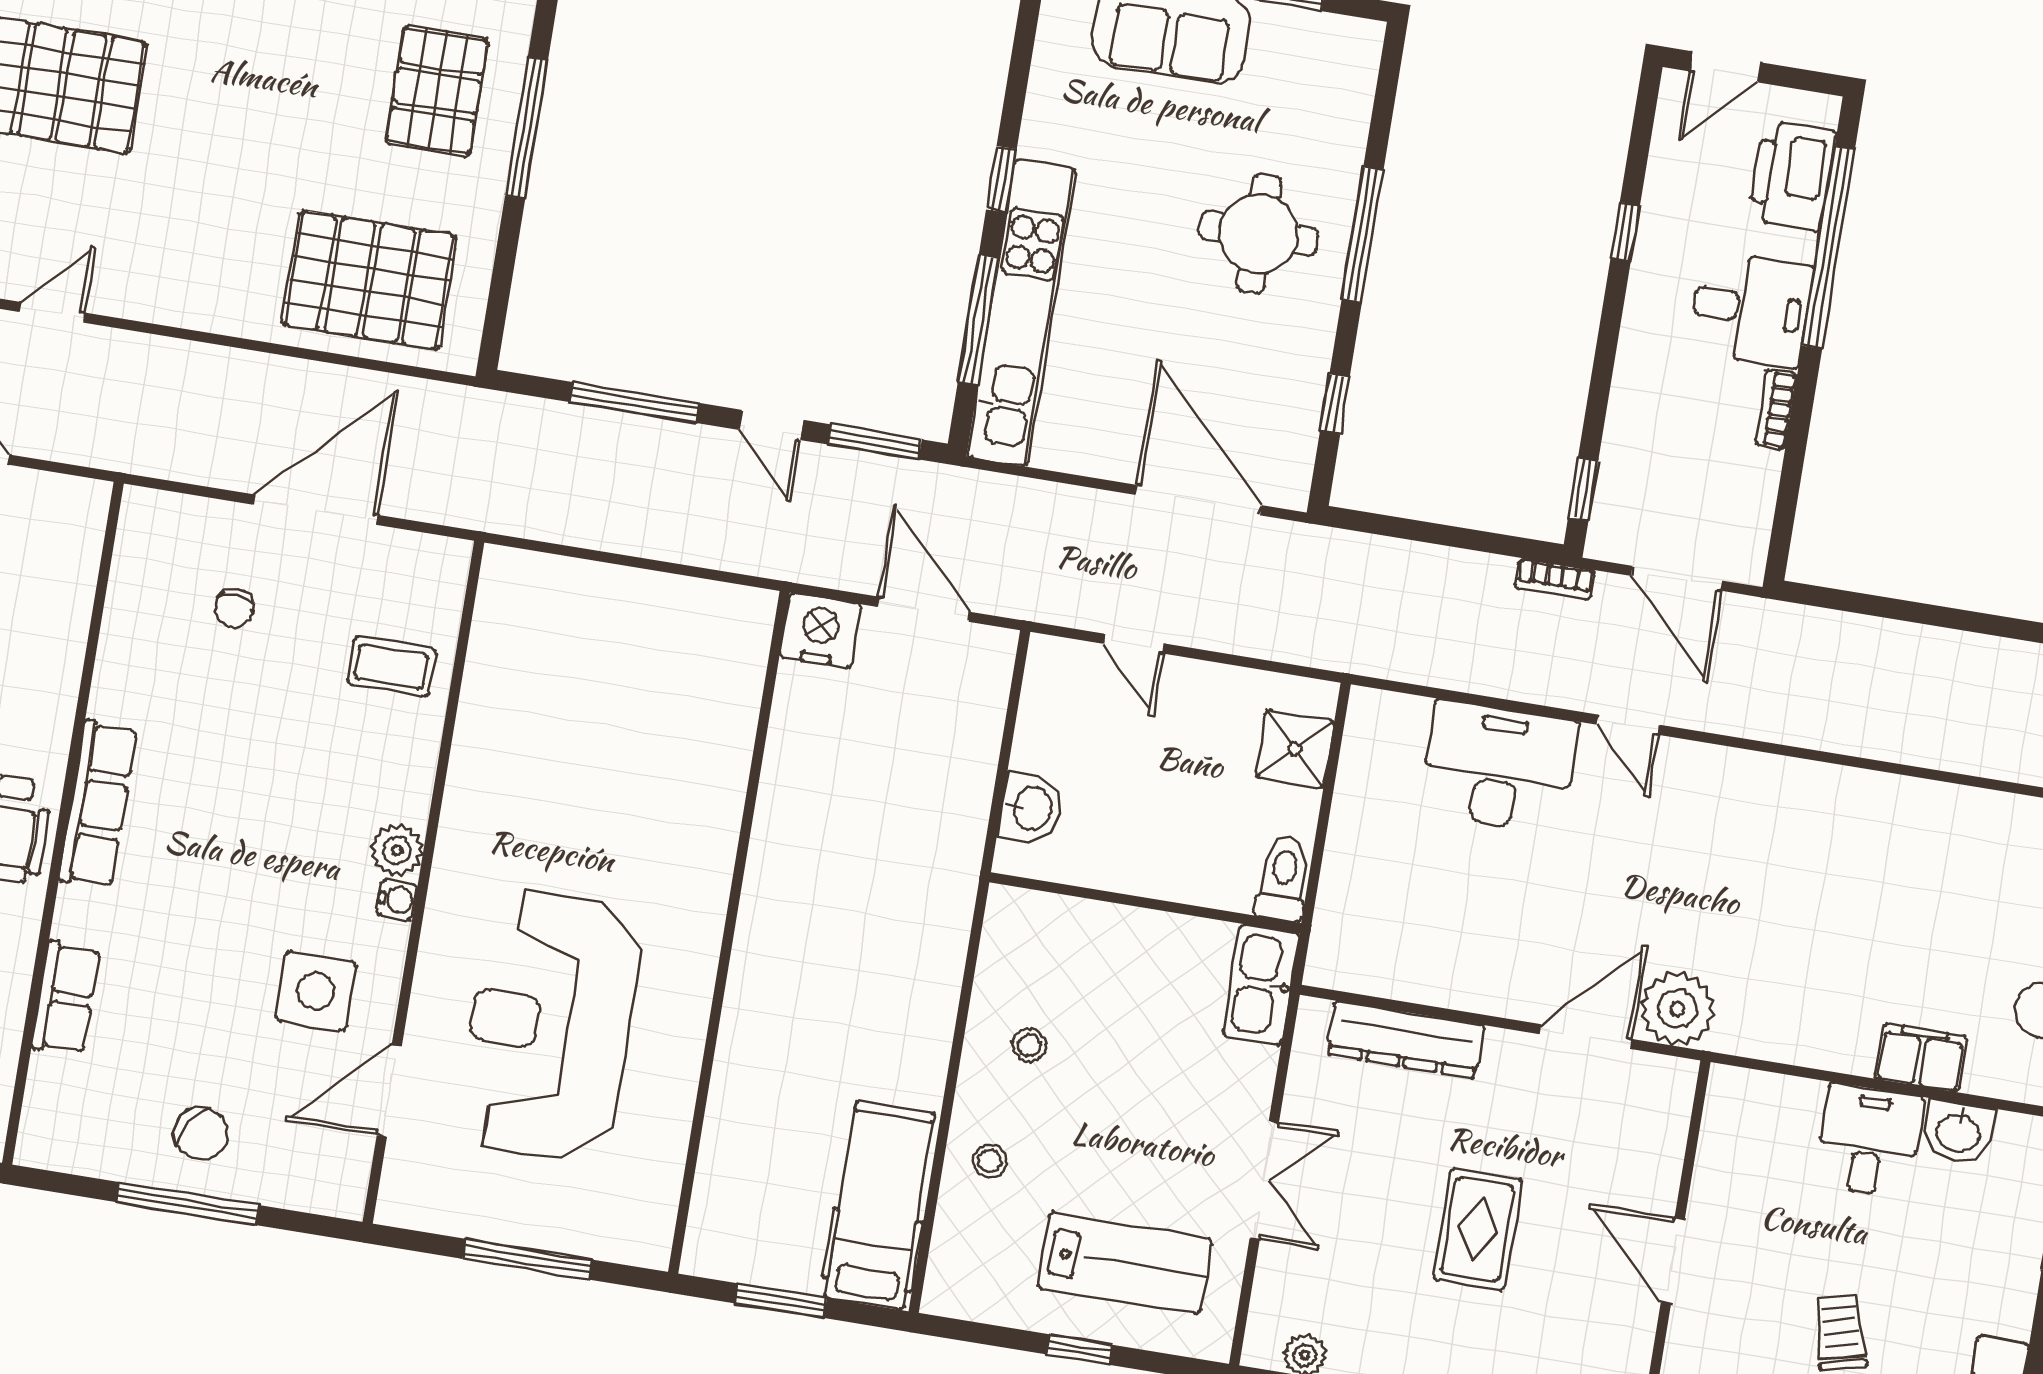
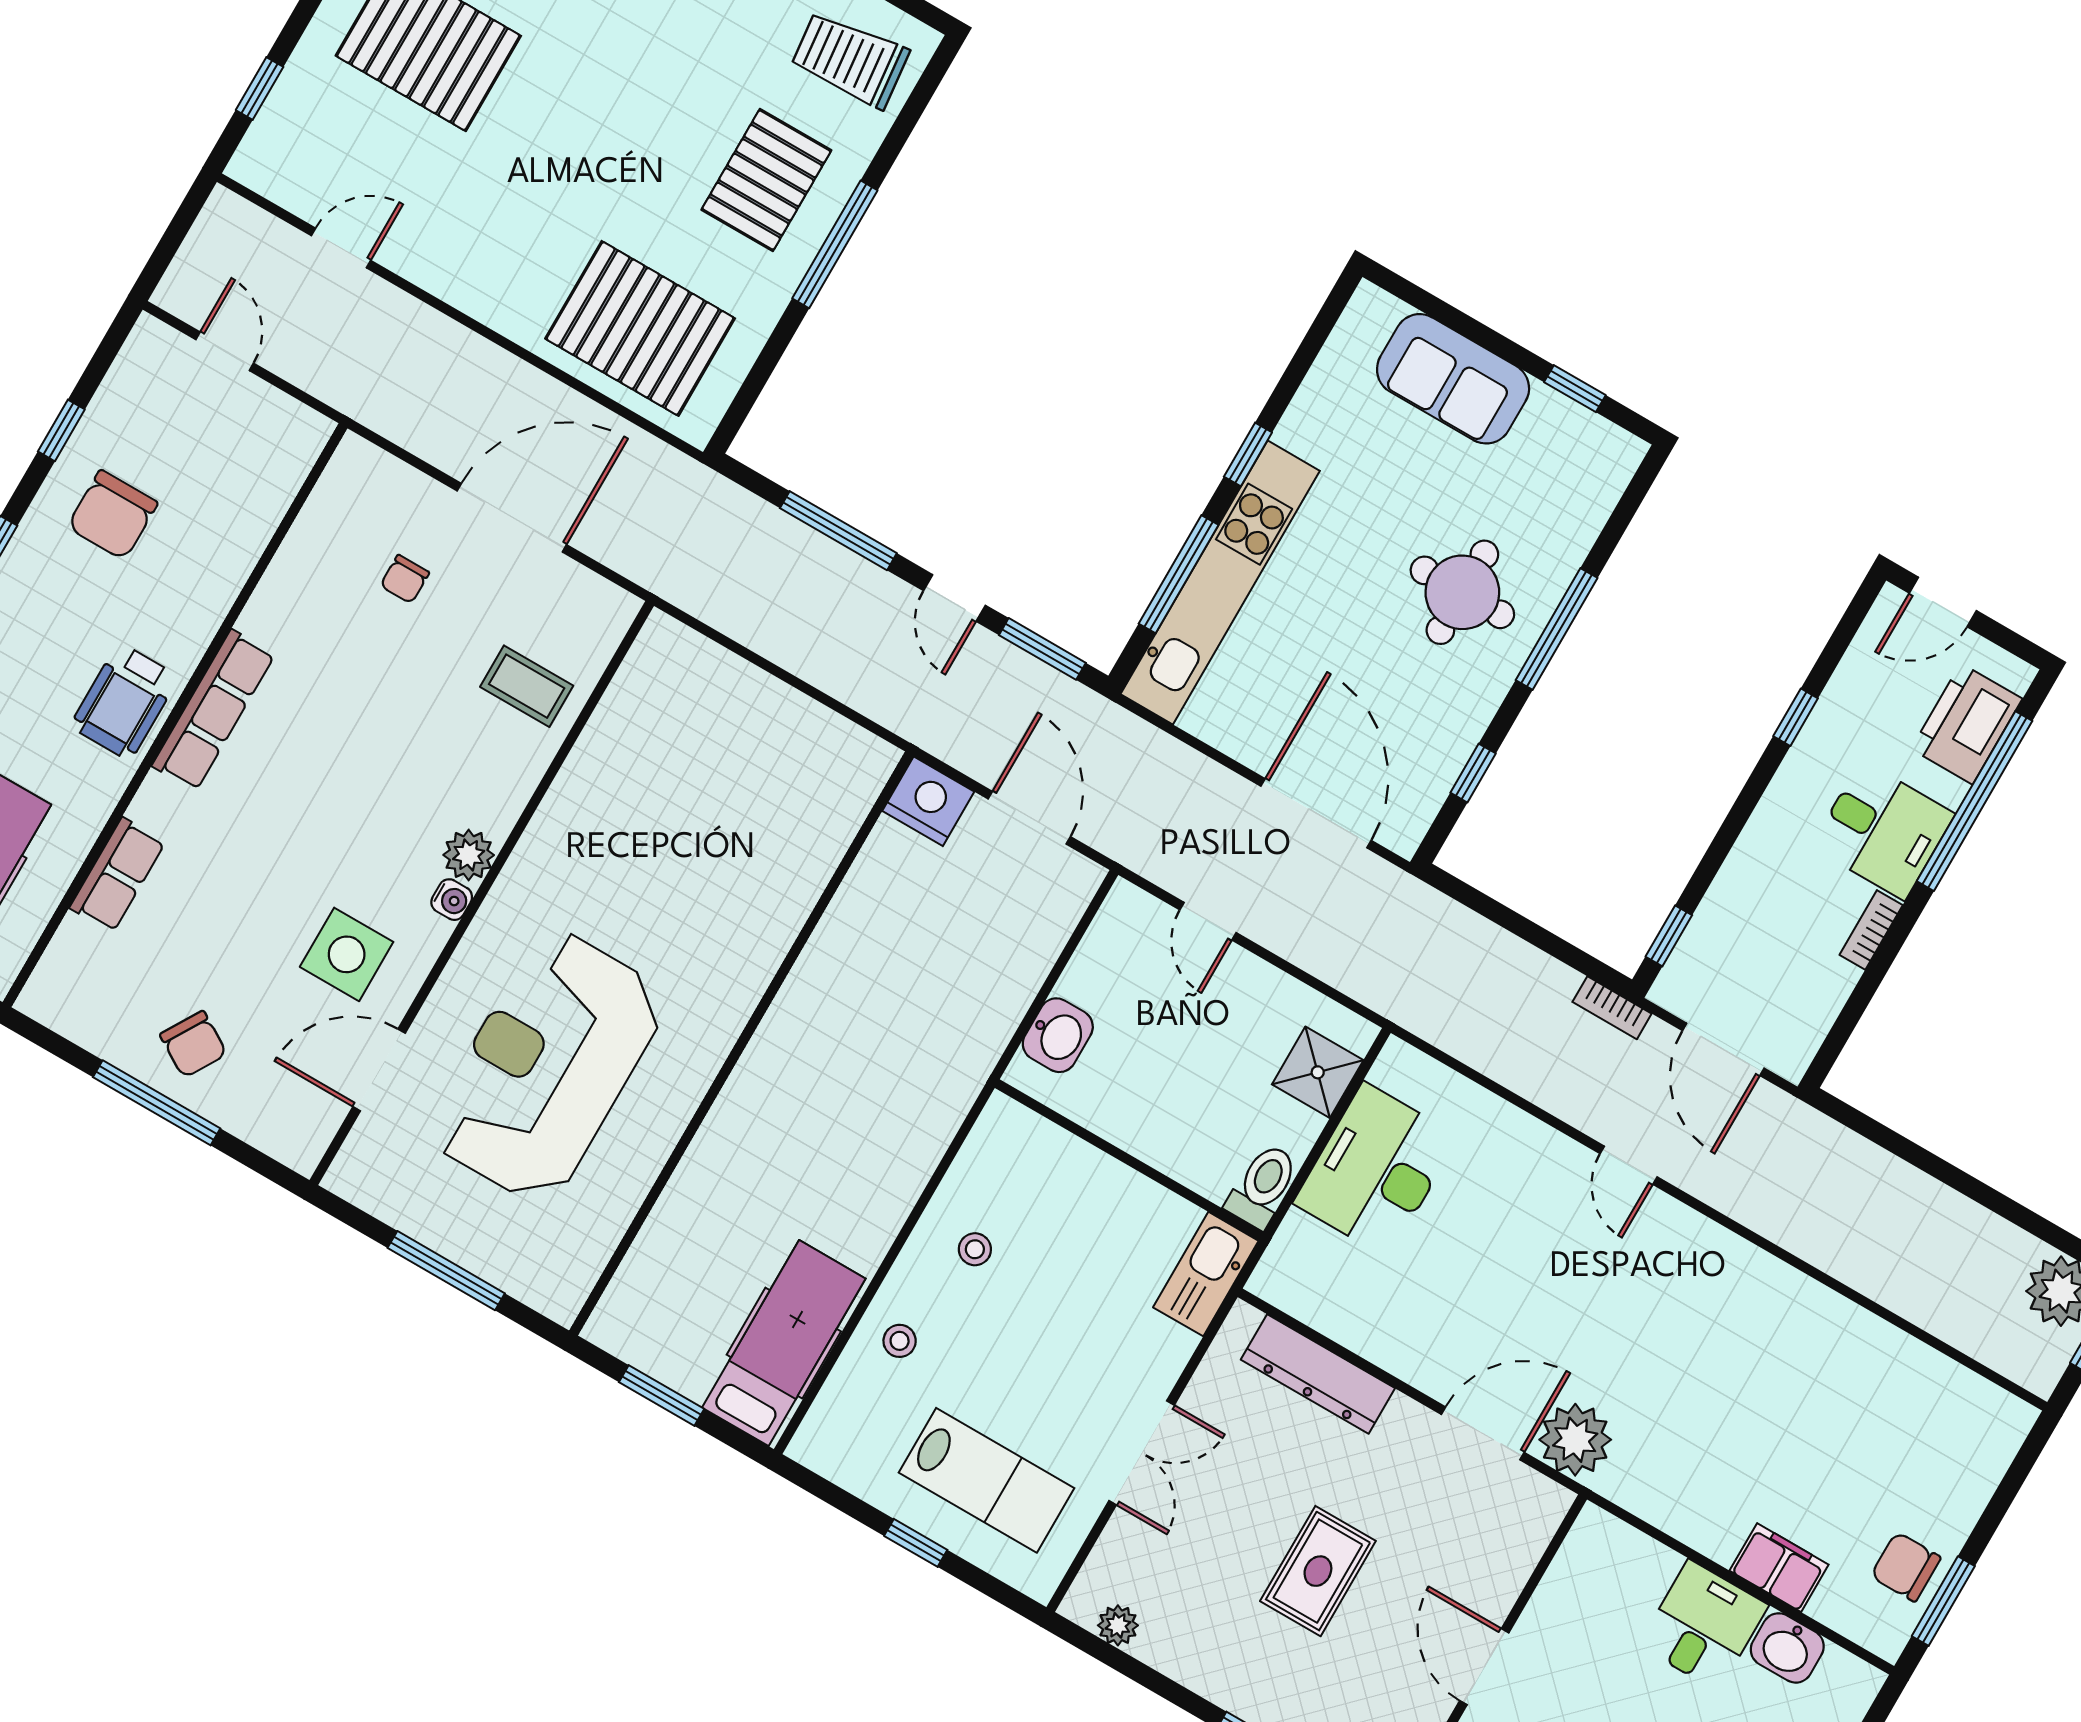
desk: (1498, 767) -> (1376, 1170), moved, turned -90

